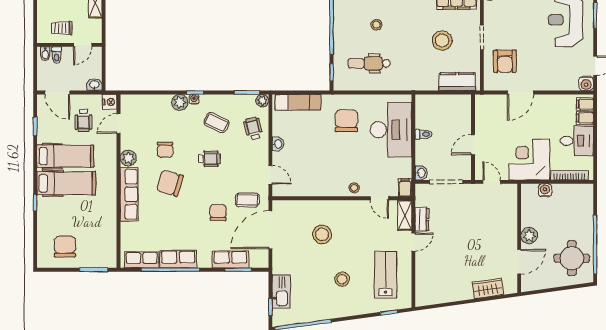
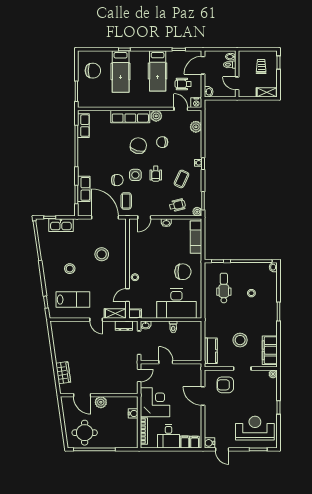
trolley: (62, 28) -> (261, 67), moved
plant: (180, 102) -> (196, 127), moved
hospital bed: (66, 183) -> (121, 72), moved
side table: (211, 187) -> (135, 175), added
dresser: (422, 219) -> (124, 326), moved
row of seats: (178, 259) -> (84, 152), removed

